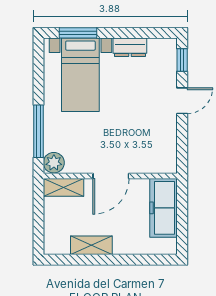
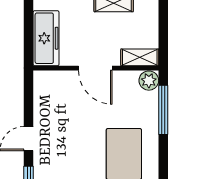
door: (111, 176) -> (95, 68), swing flipped

